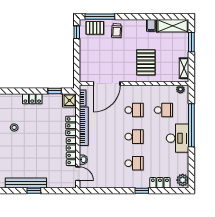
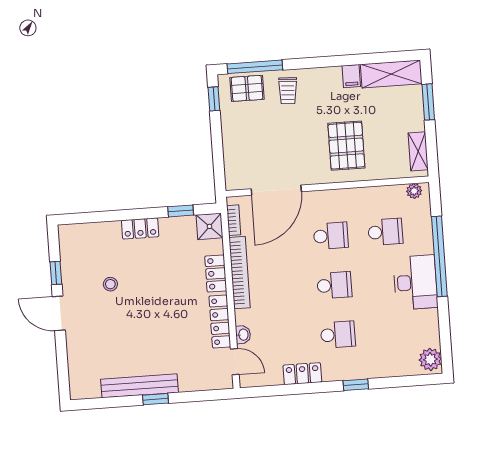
locker: (160, 183) -> (302, 374), moved

